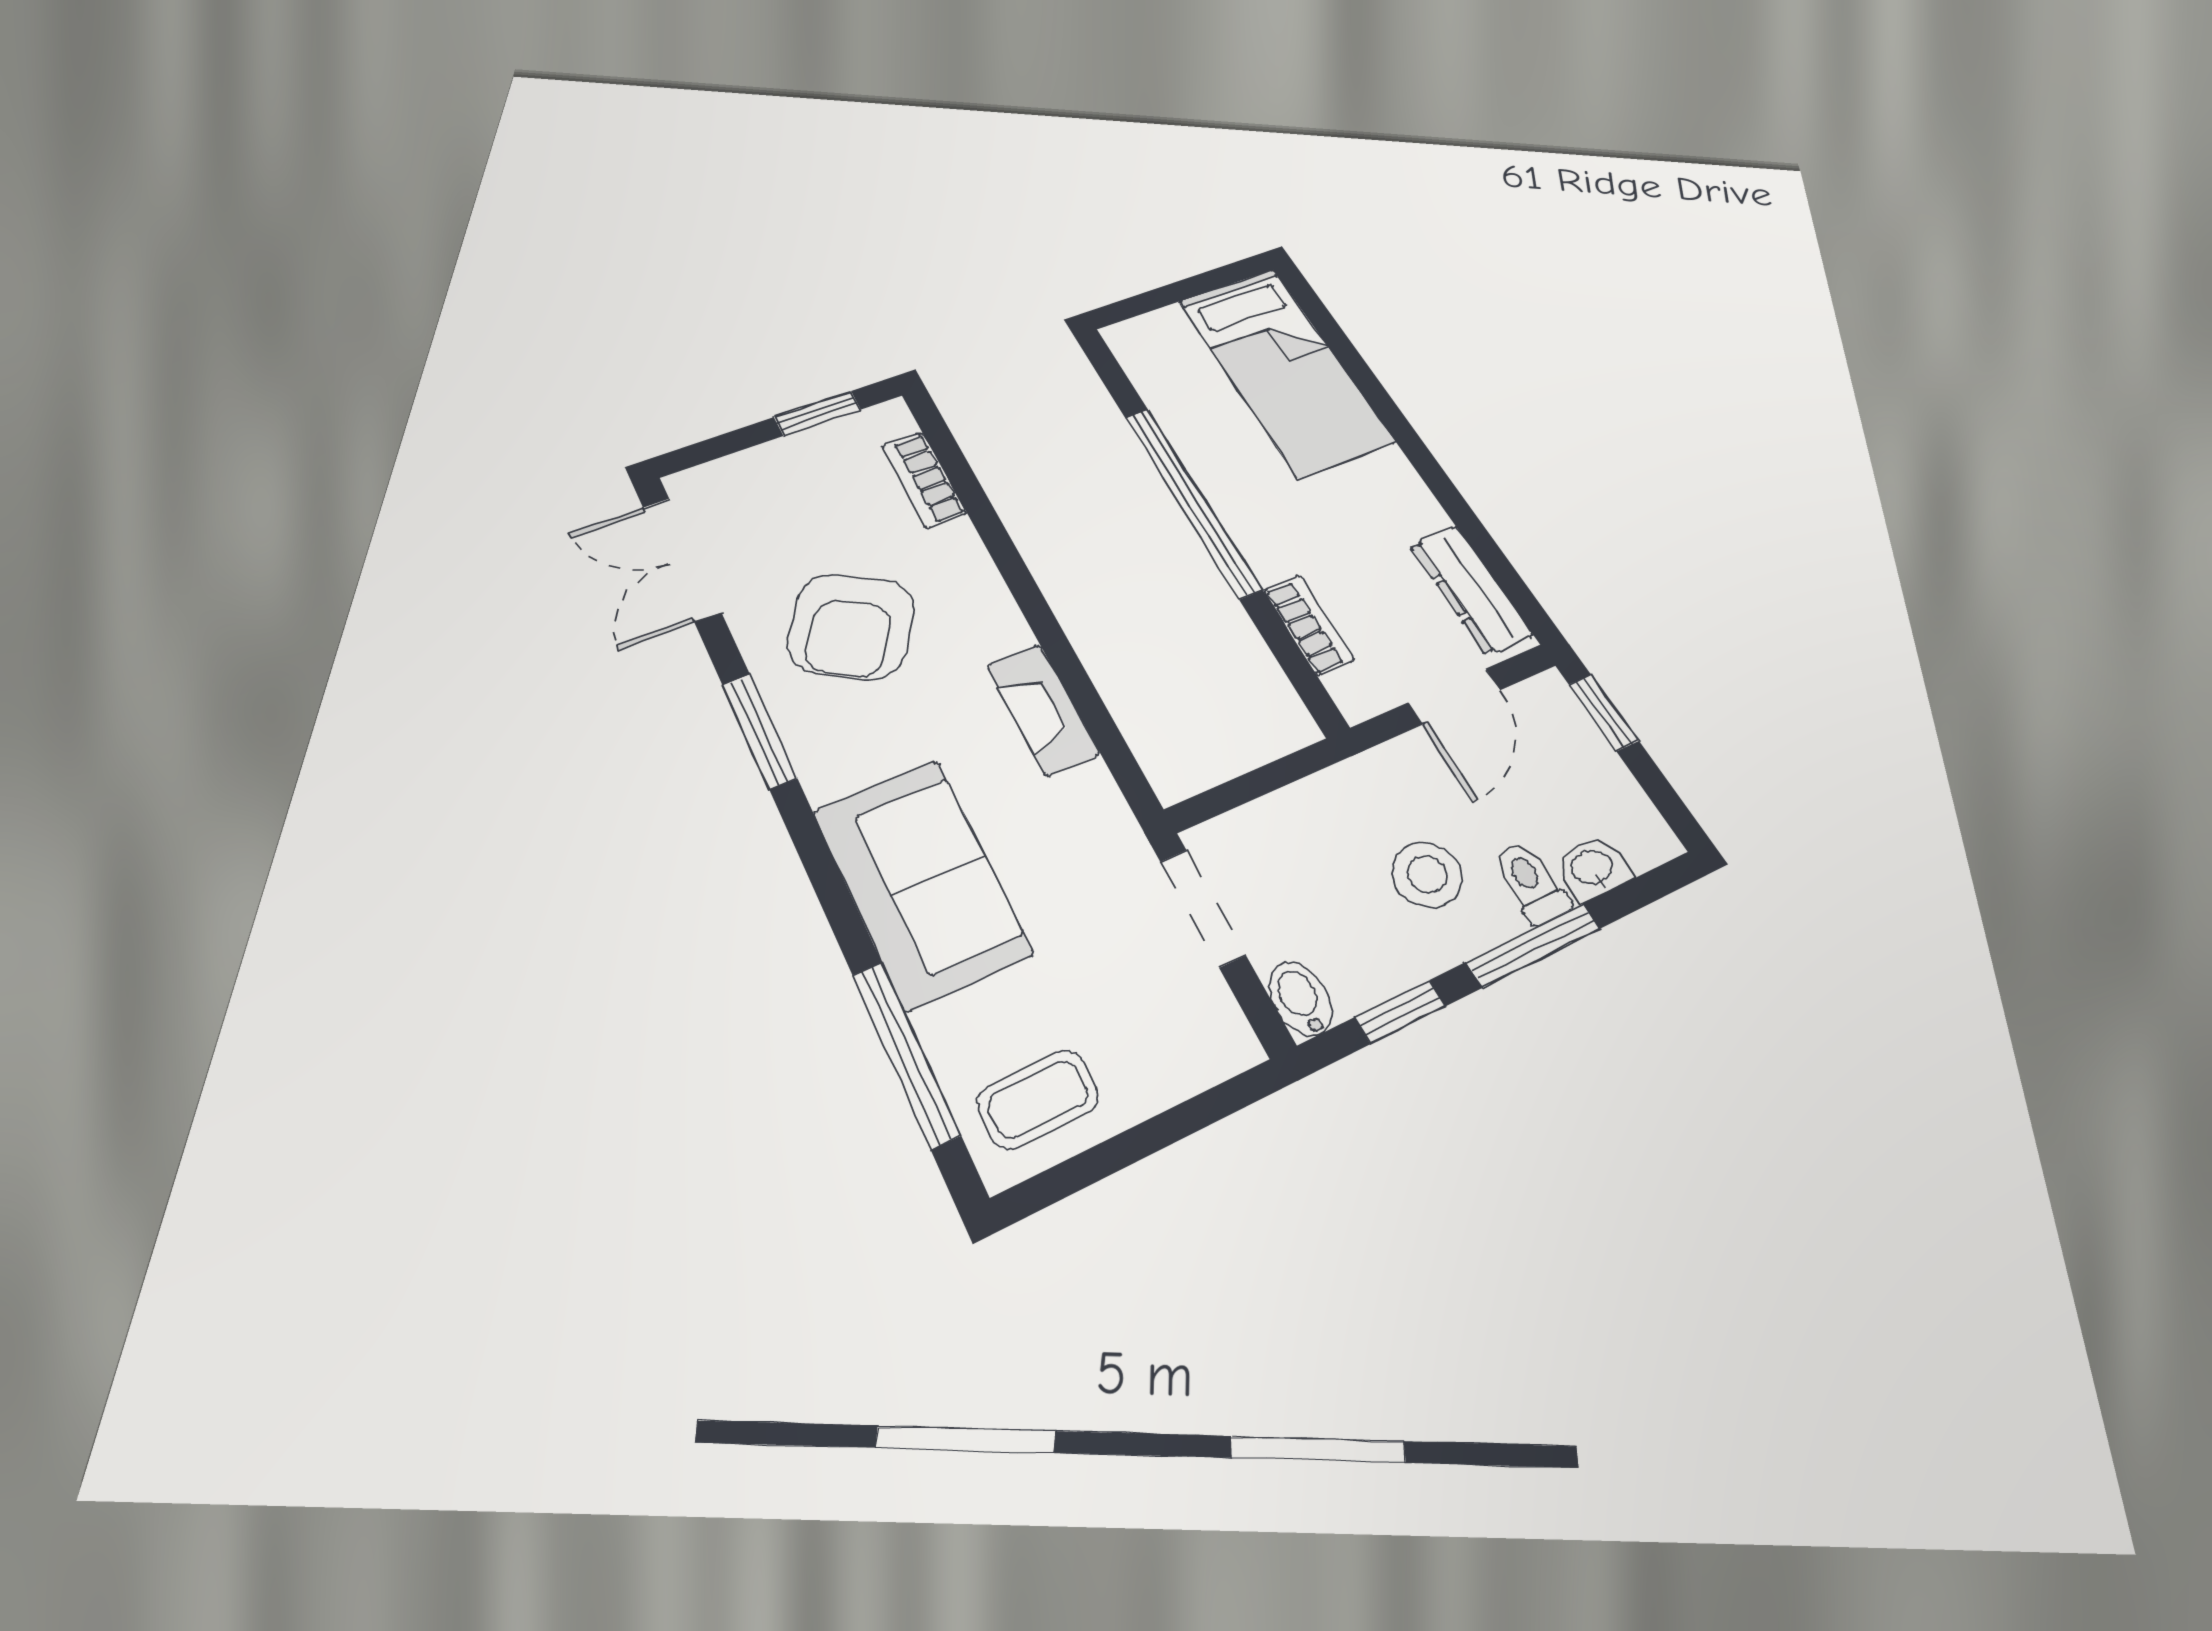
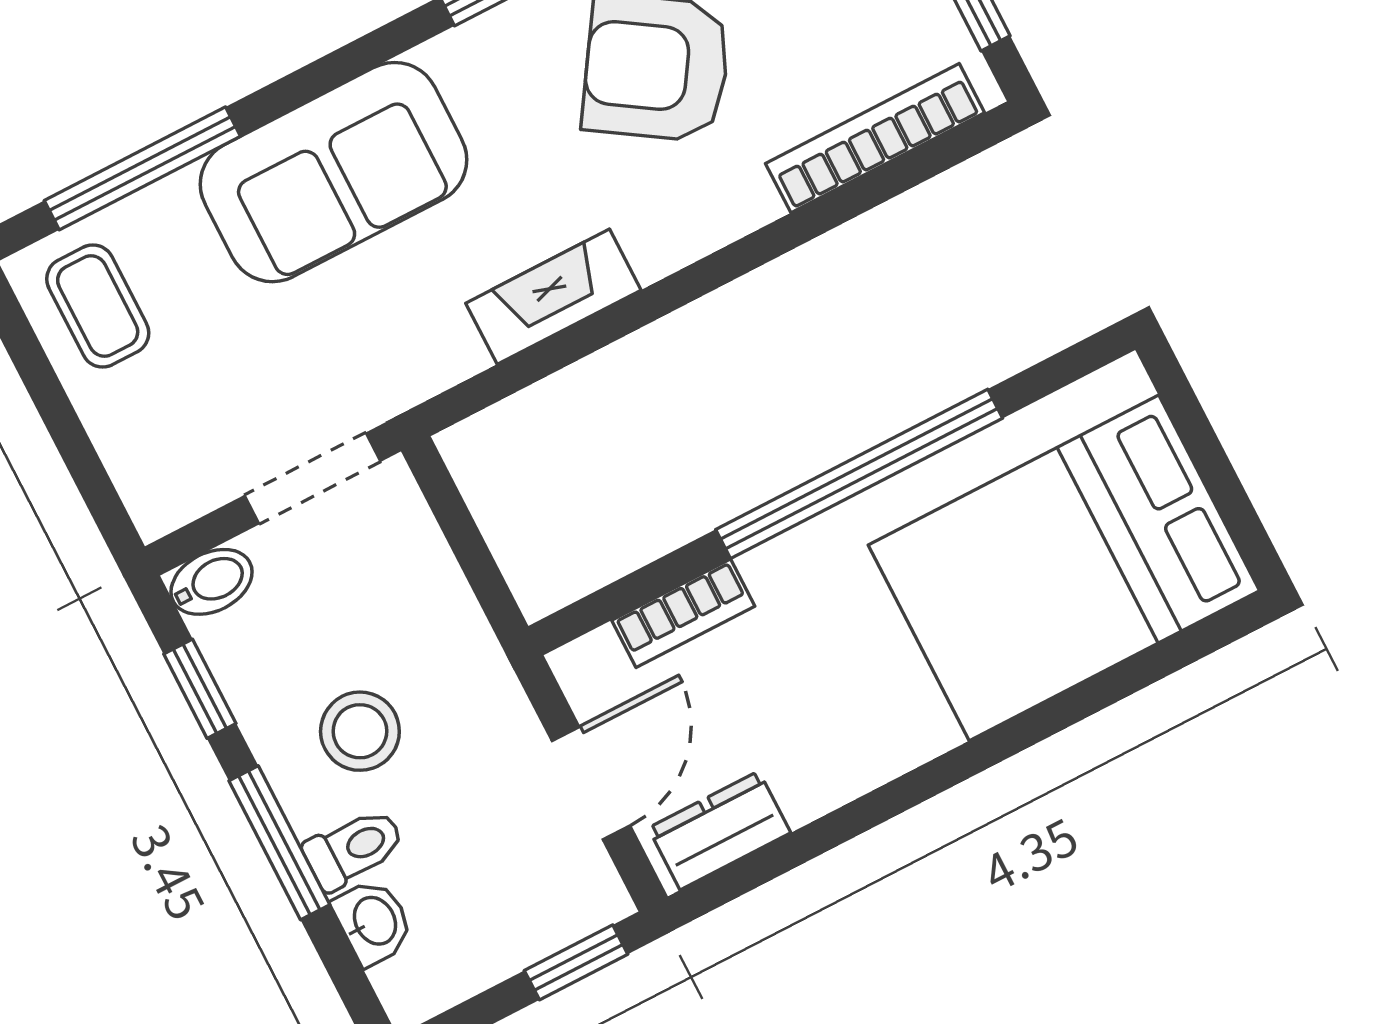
bed: (1285, 370) -> (1064, 568), width x1.50
bookcase: (924, 480) -> (875, 138), width x1.56
dresser: (1471, 590) -> (719, 830), width x0.70
door: (1454, 696) -> (591, 783), swing flipped

